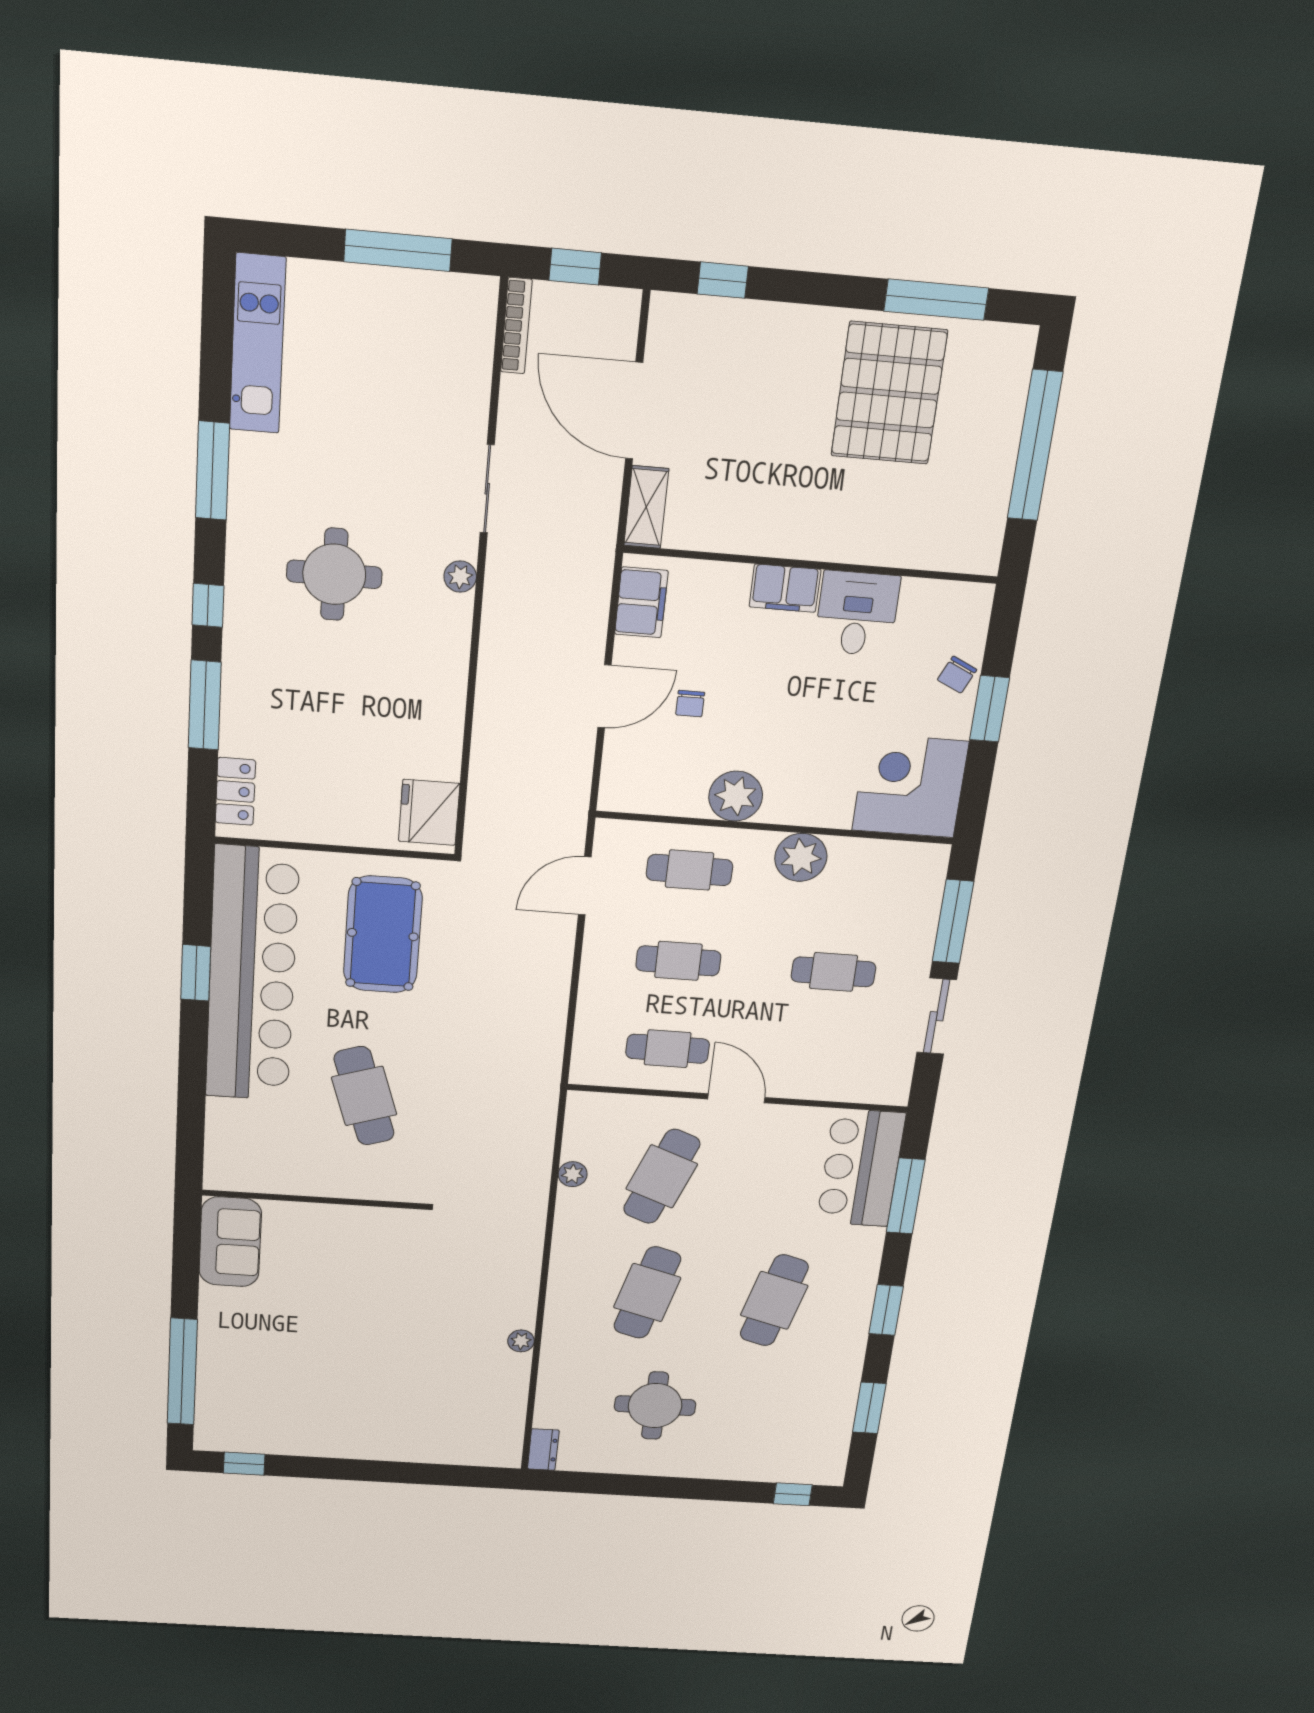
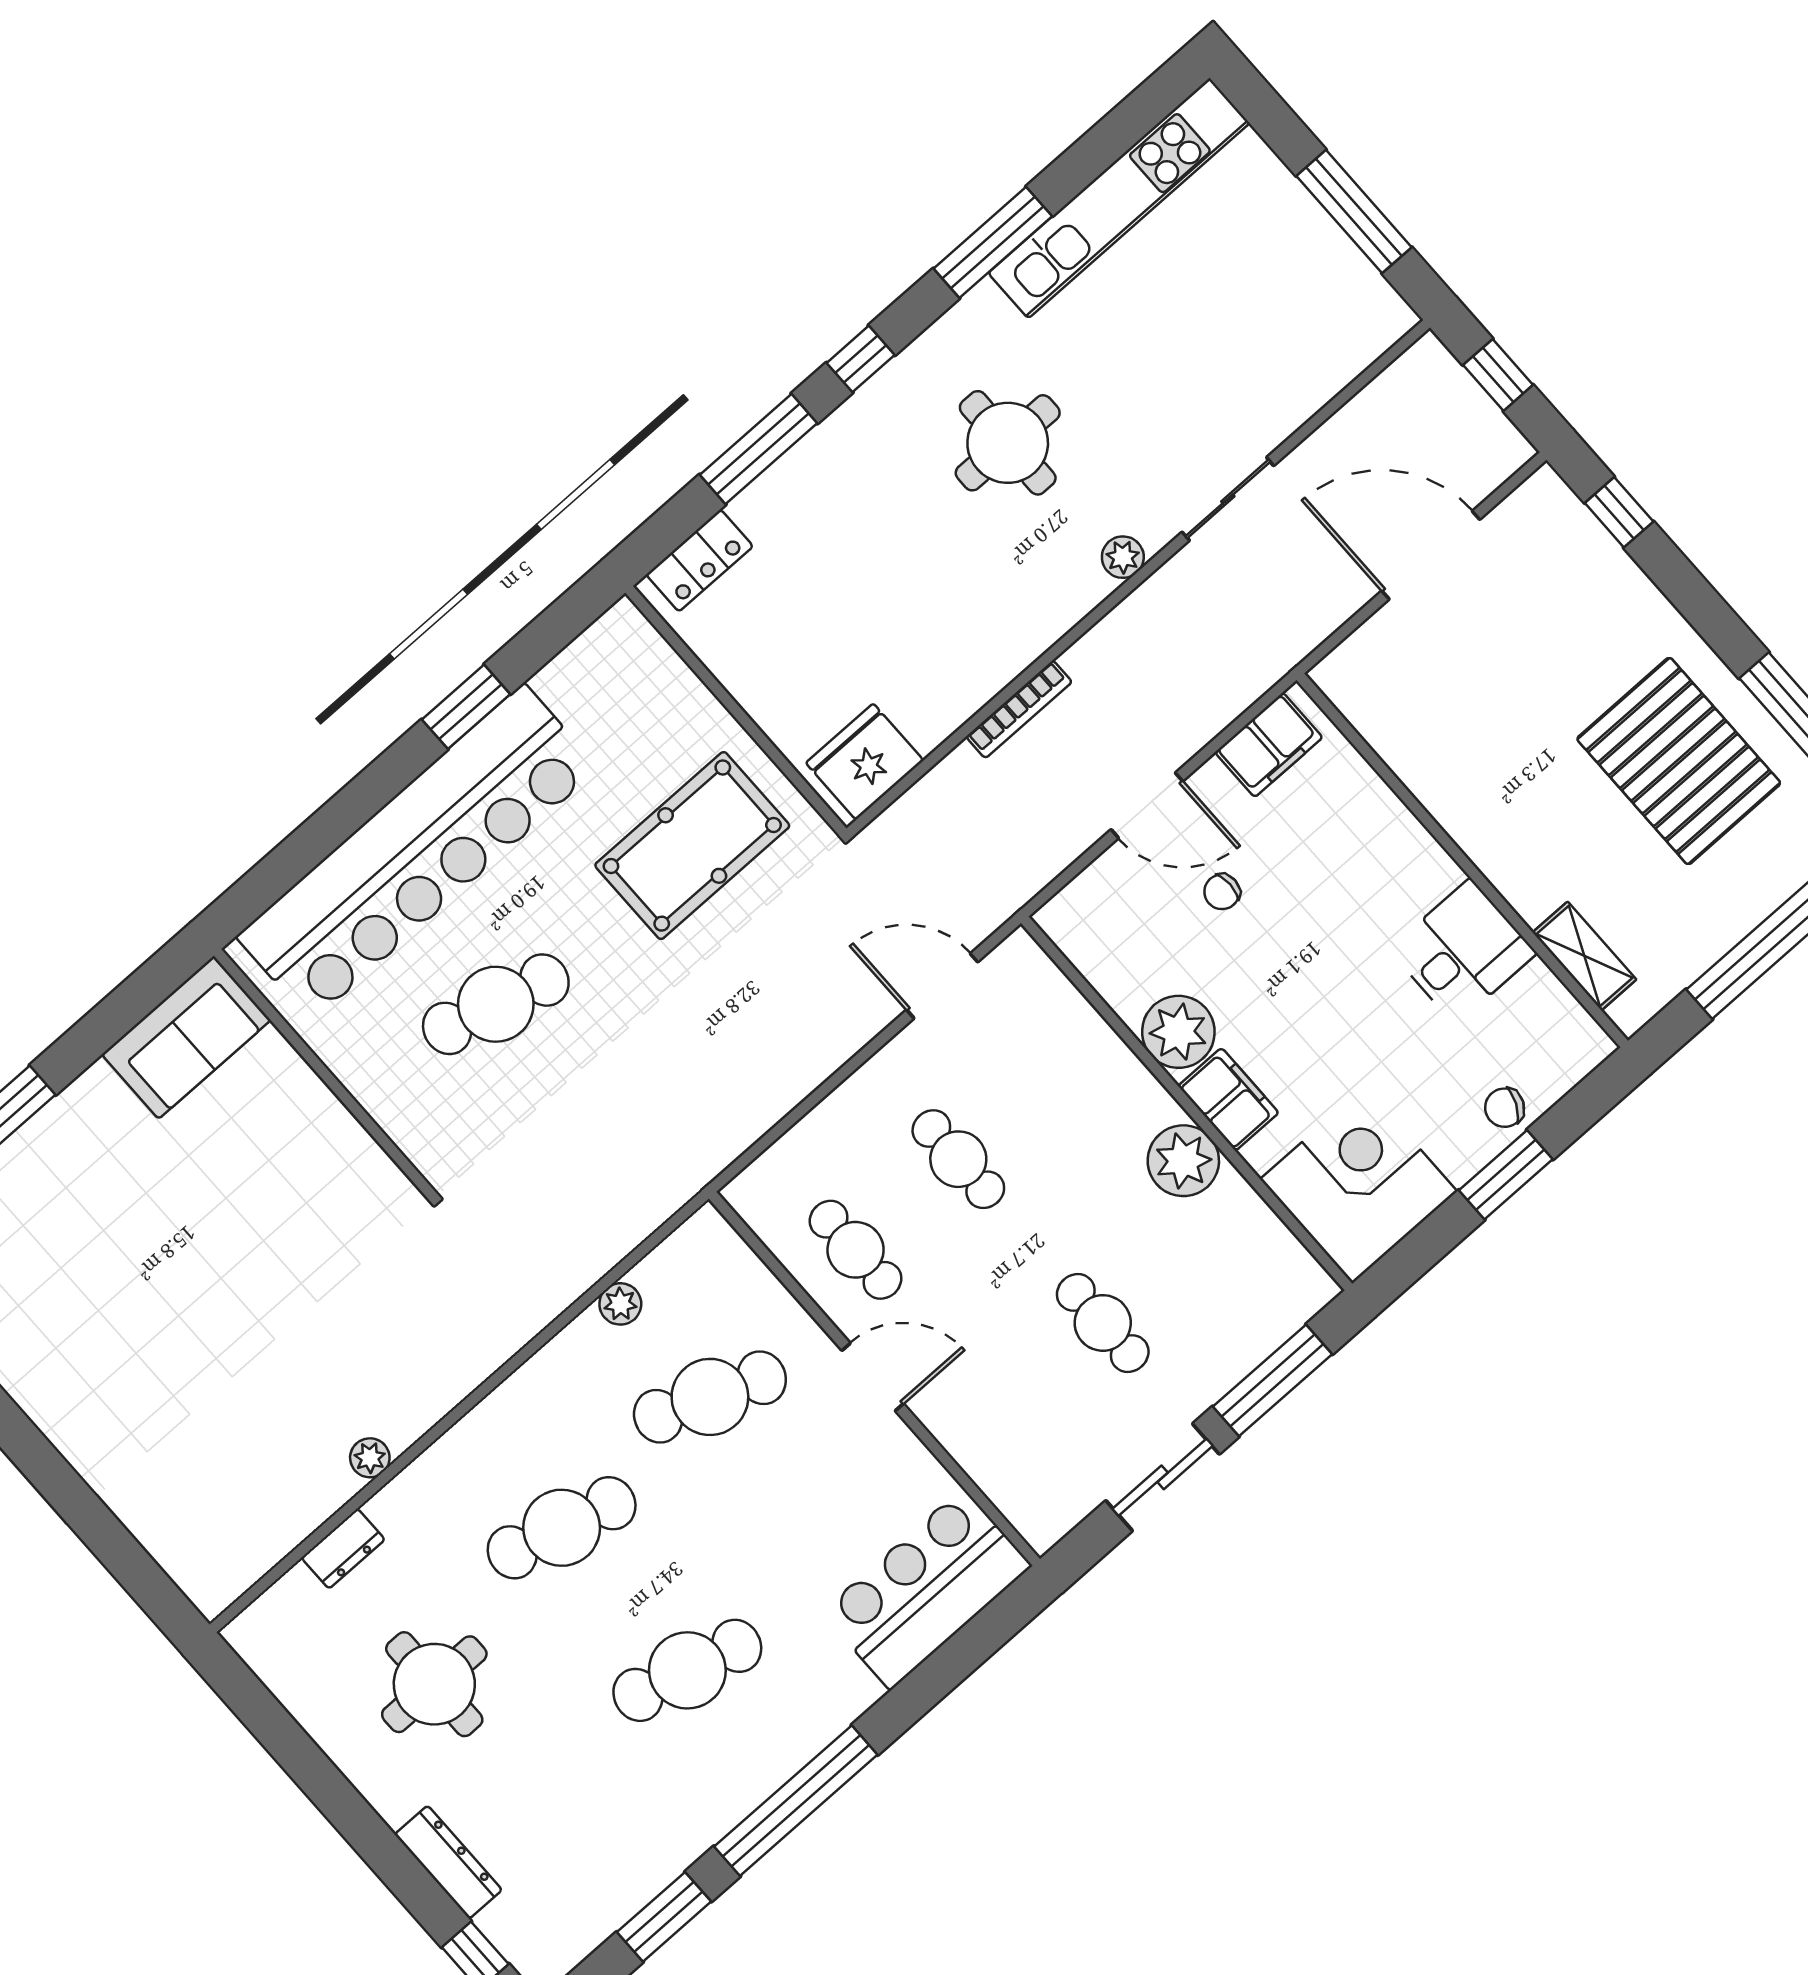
bookcase: (516, 326) -> (1019, 709), moved
kitchen unit: (258, 344) -> (1119, 198), width x1.36
pallet: (889, 393) -> (1679, 761), turned 90
door: (634, 411) -> (1431, 555), hinge flipped
shelving: (646, 507) -> (1584, 956), moved, turned 90
filing cabinet: (785, 588) -> (1228, 1099), moved, turned 180
cafe table: (689, 870) -> (1061, 1069), removed
bar counter: (252, 975) -> (418, 852), moved
cafe table: (364, 1096) -> (496, 1004), turned 33
door: (736, 1098) -> (873, 1377), hinge flipped
window: (906, 1196) -> (943, 1671), removed
window: (886, 1310) -> (796, 1801), width x2.11
dresser: (543, 1450) -> (343, 1549), moved
dresser: (740, 1469) -> (448, 1862), added

